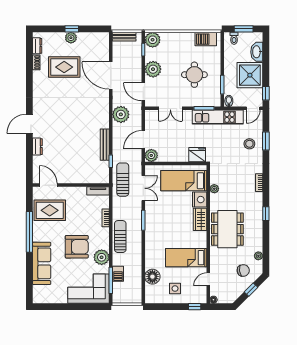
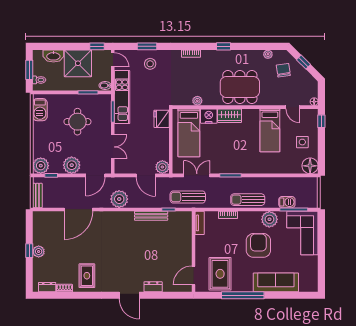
rug: (64, 67) -> (87, 276), moved, width x0.73, depth x0.70
floor lamp: (152, 277) -> (310, 166), moved

